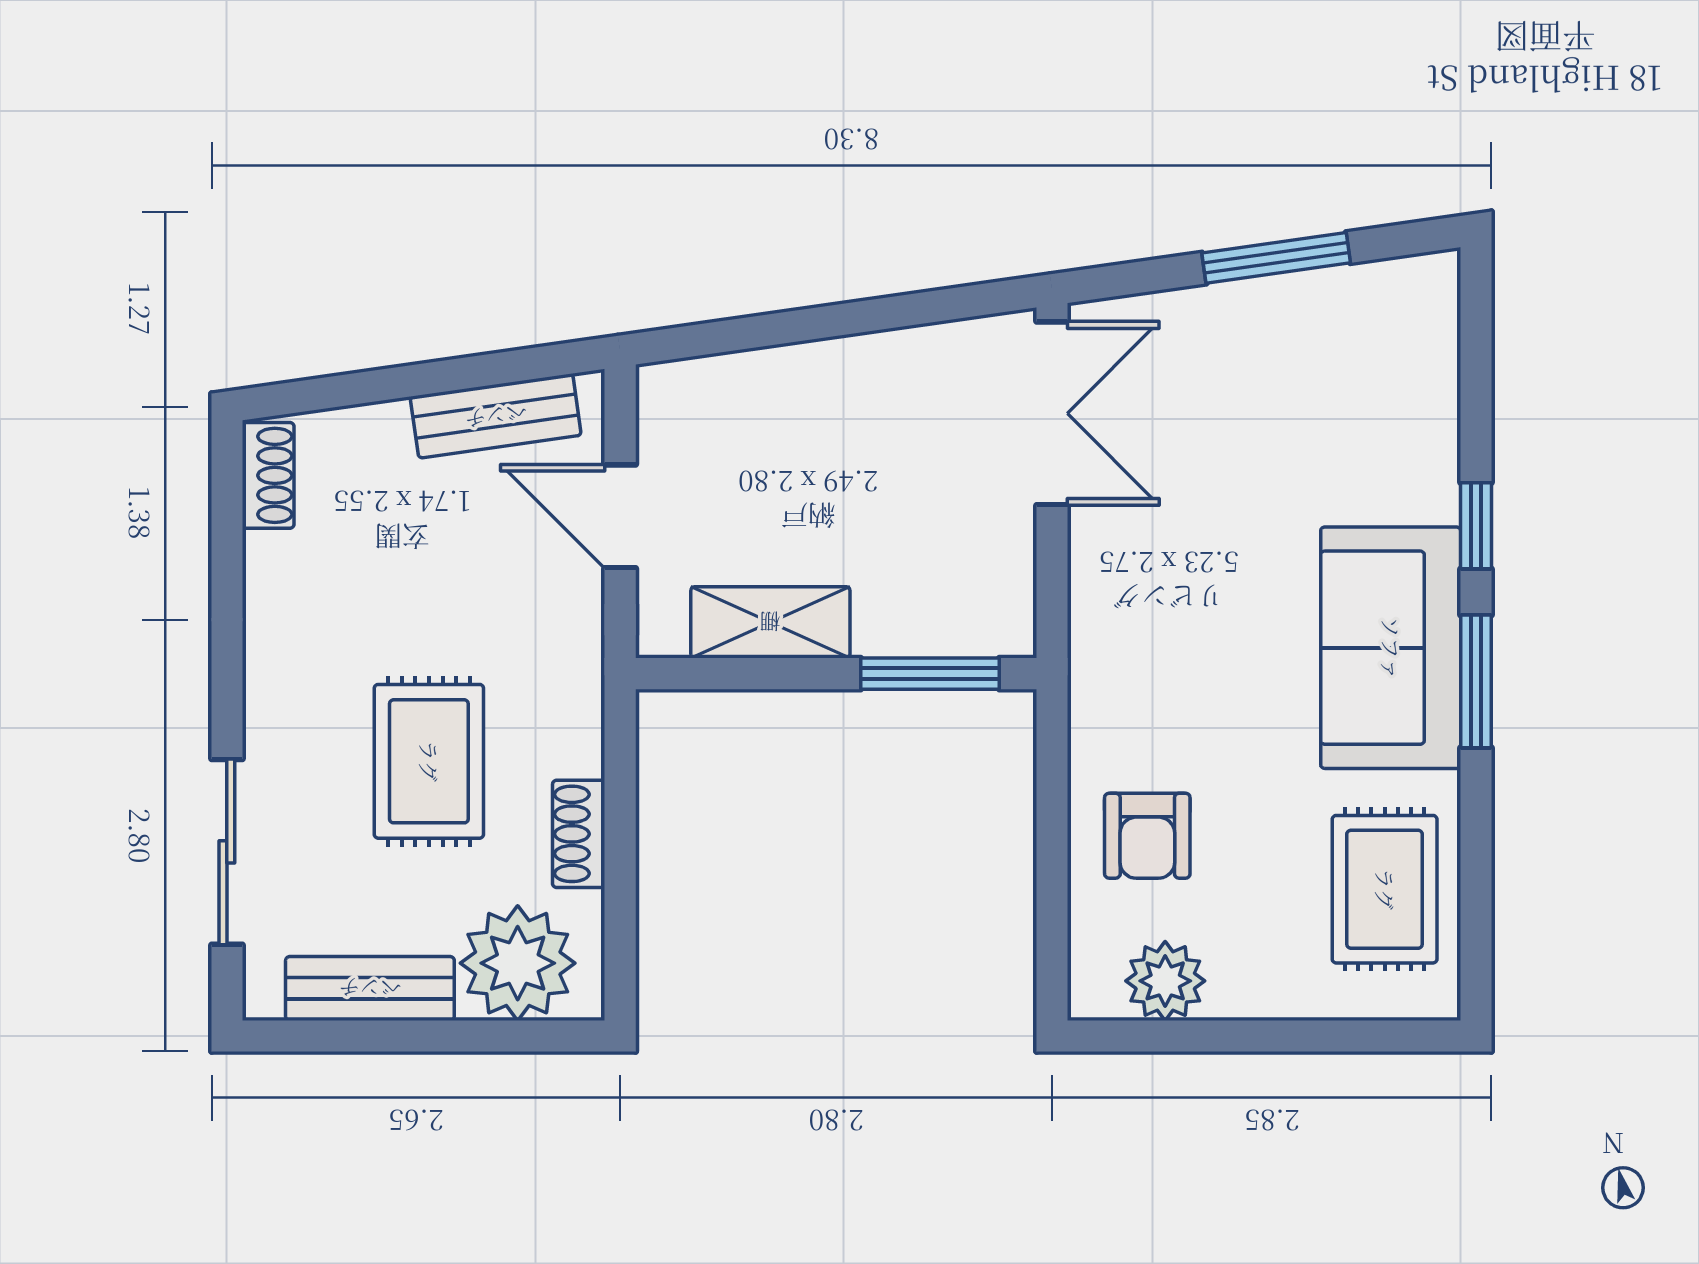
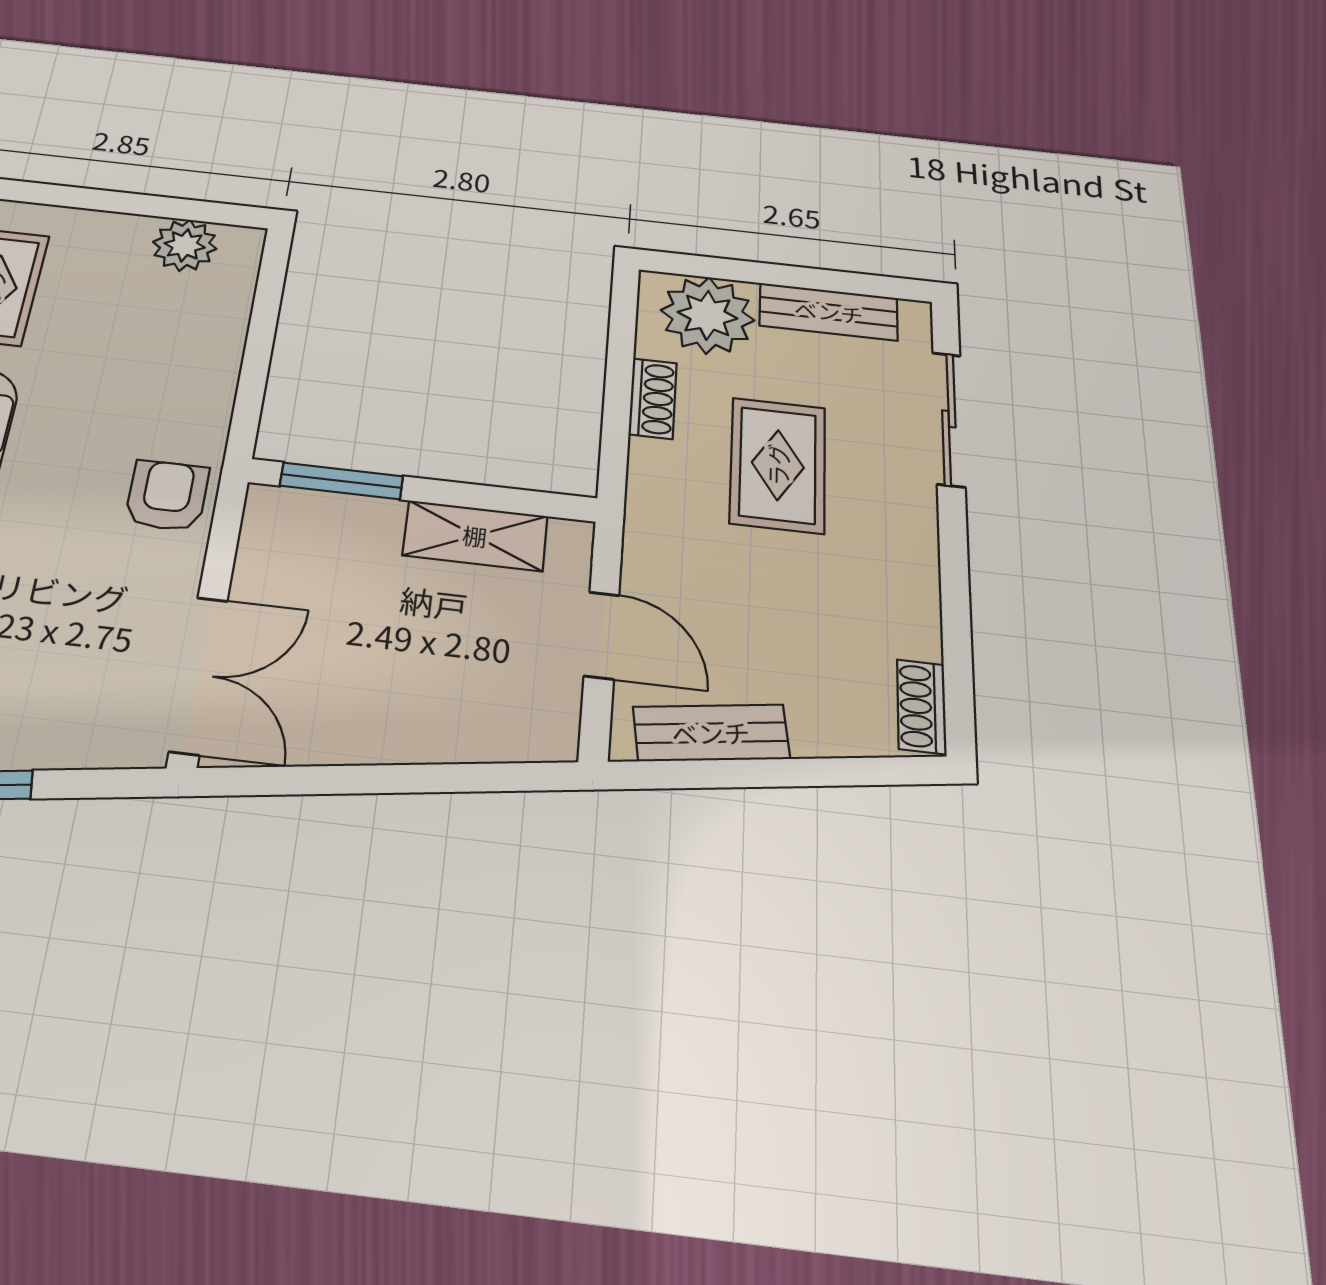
double door: (1052, 413) -> (199, 675), swing flipped
armchair: (1147, 836) -> (167, 496), moved

